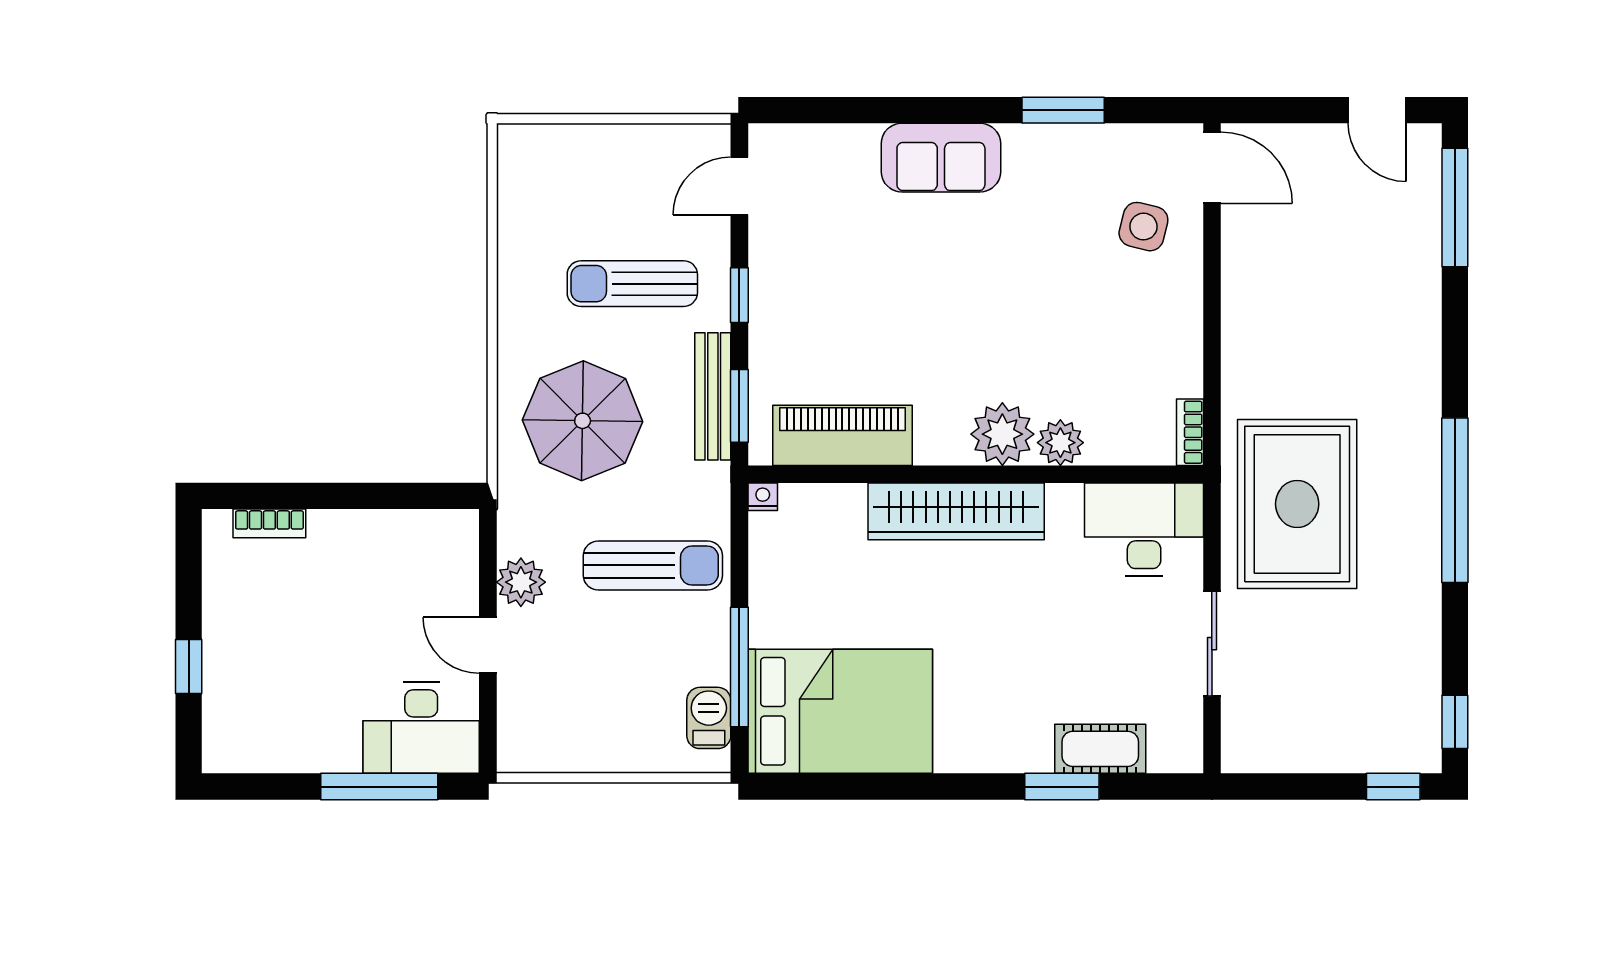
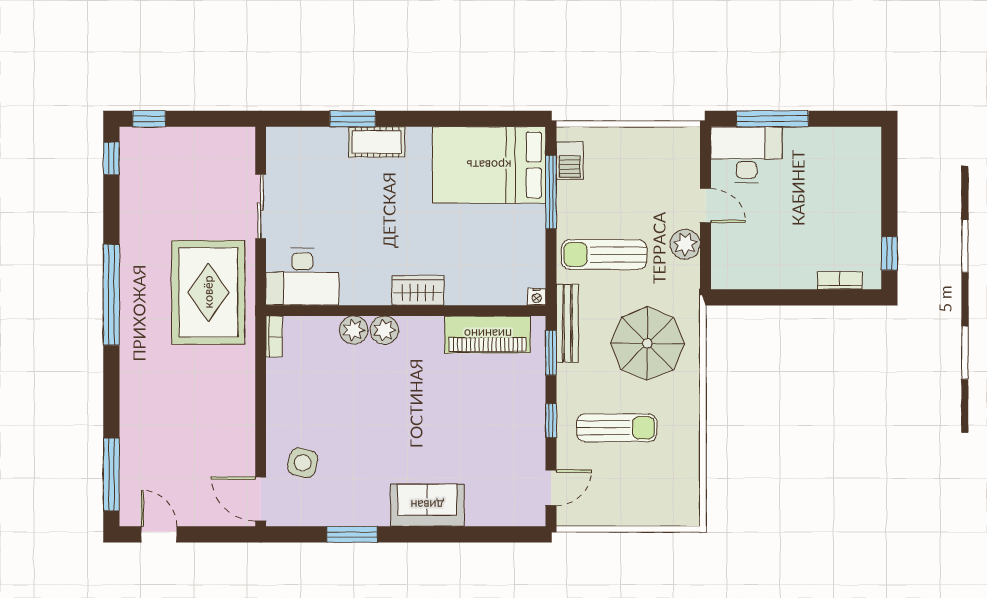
bench: (713, 396) -> (567, 323), moved
plant: (1002, 434) -> (384, 330), width x0.73, depth x0.73
wardrobe: (956, 511) -> (418, 290), width x0.48, depth x0.85
window: (189, 667) -> (889, 253), moved
cot: (1100, 749) -> (377, 142), moved

